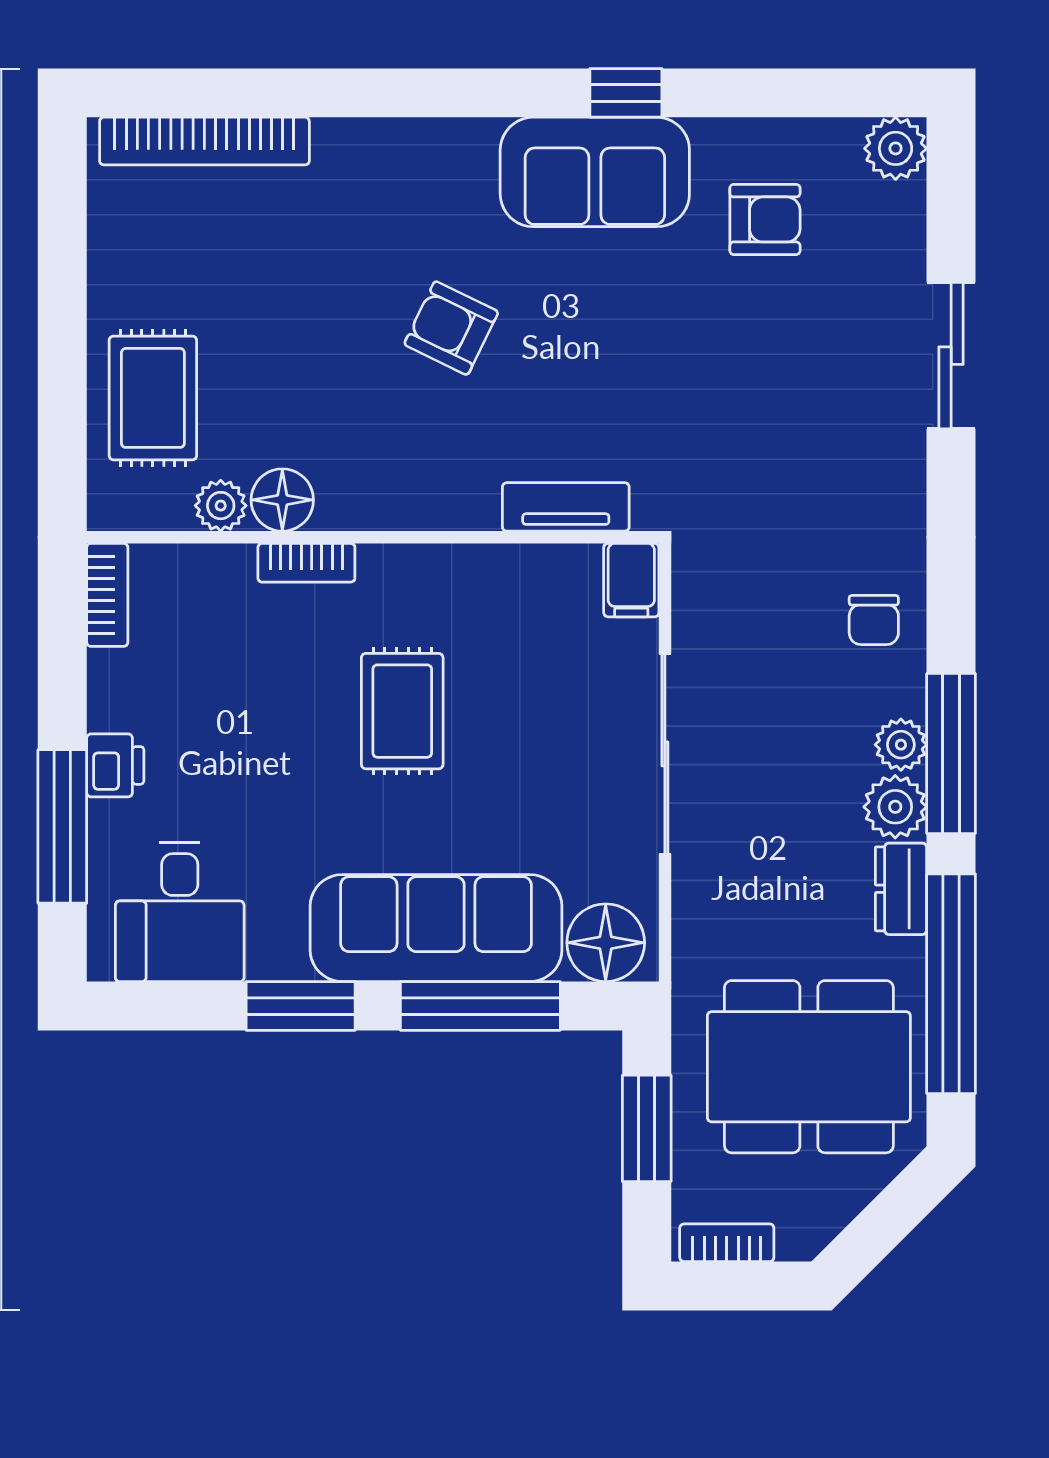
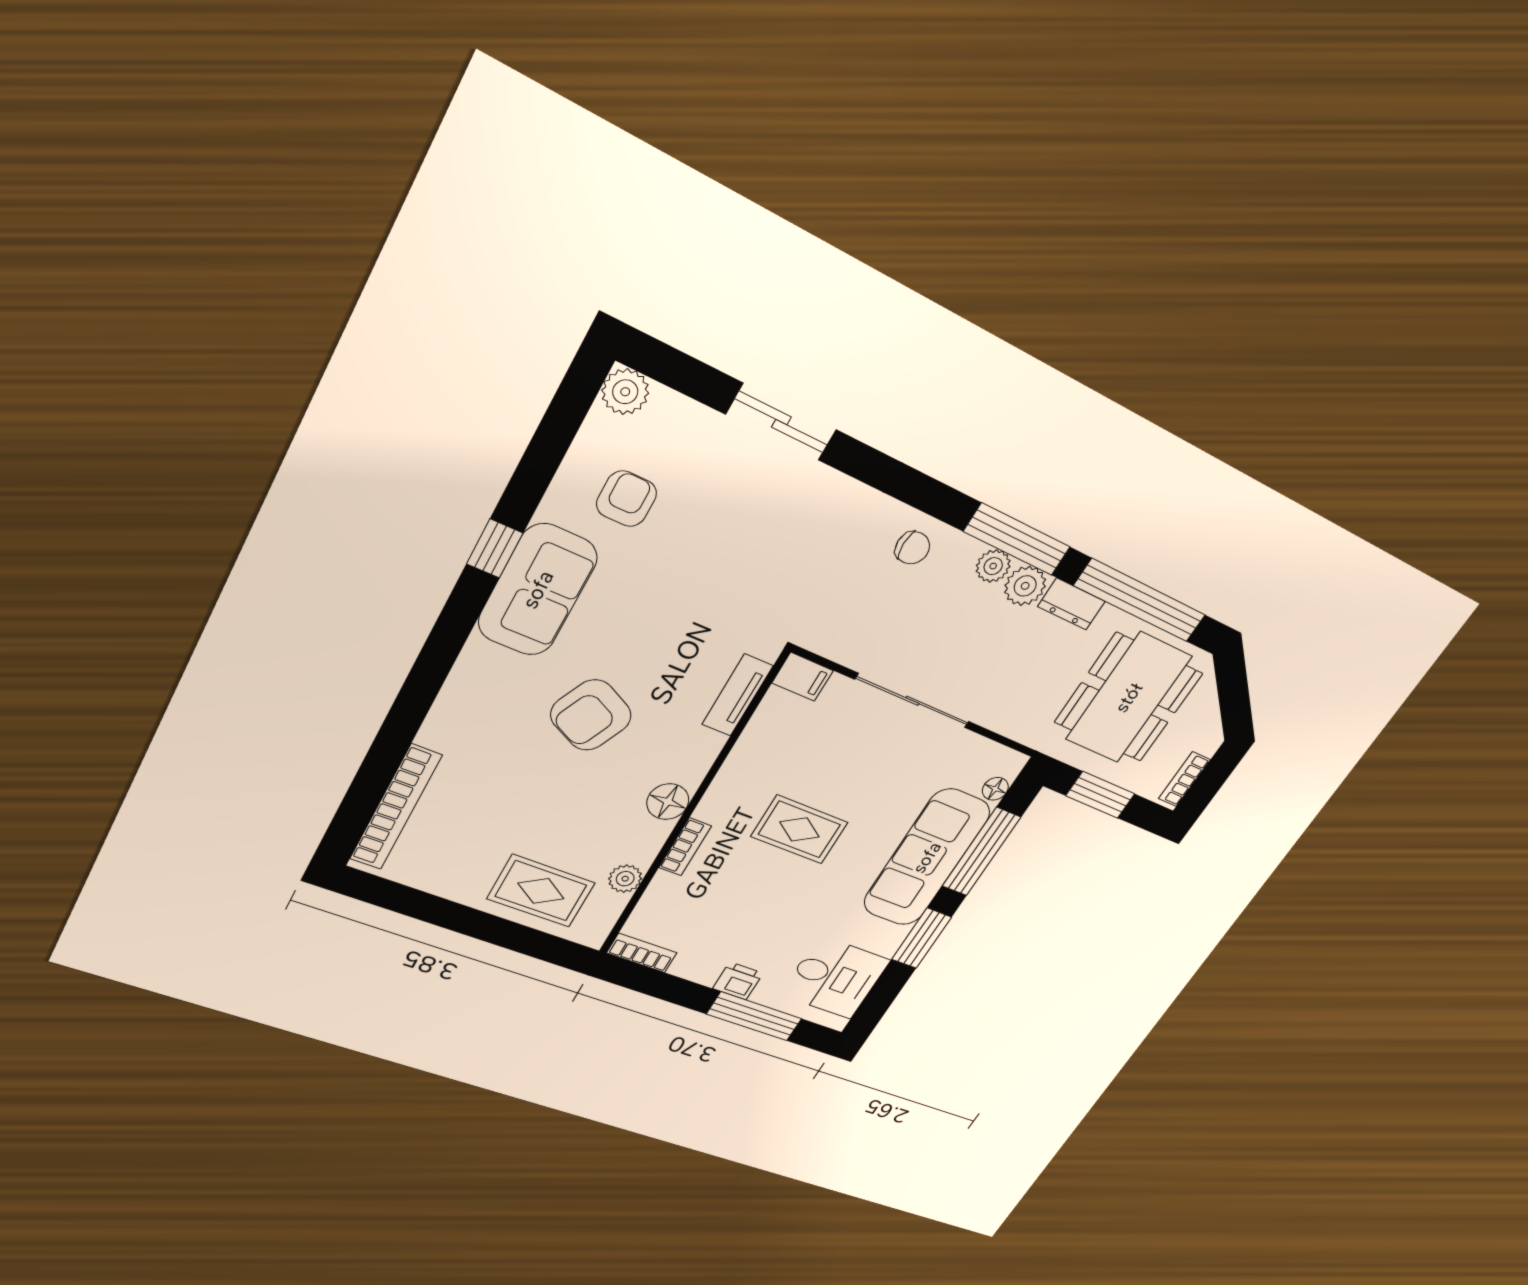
armchair: (451, 328) -> (591, 715), width x1.38, depth x1.38
floor lamp: (282, 500) -> (668, 802), moved
floor lamp: (606, 943) -> (995, 789), width x0.53, depth x0.53

